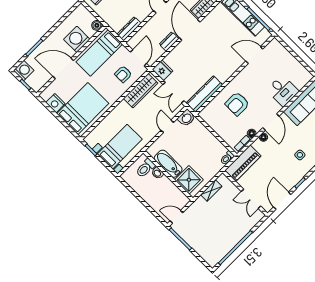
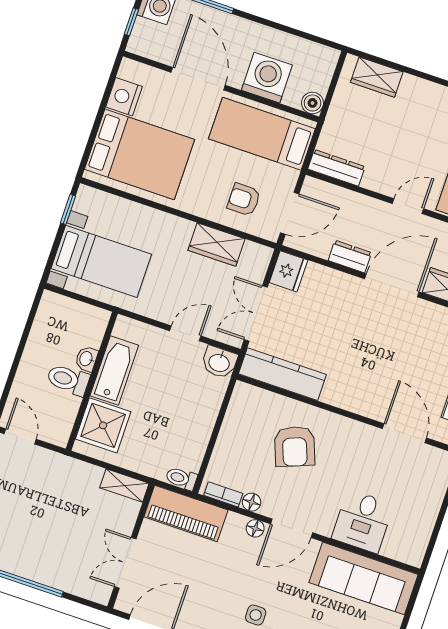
wardrobe: (141, 91) -> (216, 245), width x0.67
armchair: (237, 104) -> (295, 446), turned -111
toilet: (145, 168) -> (68, 380), moved
shelving: (211, 191) -> (124, 486), moved

